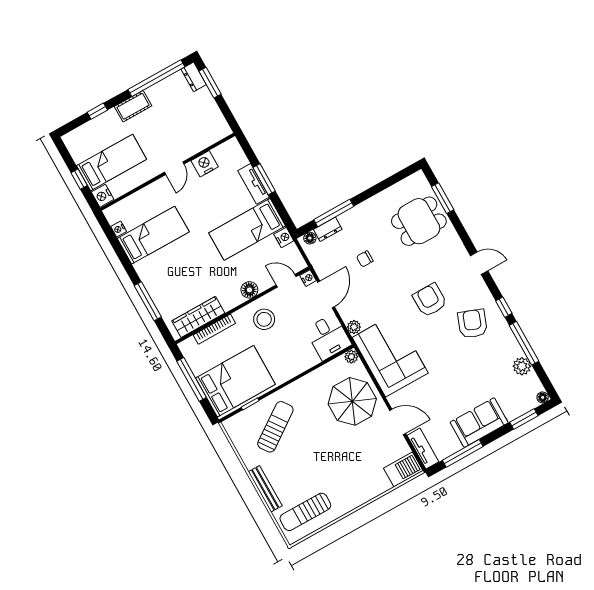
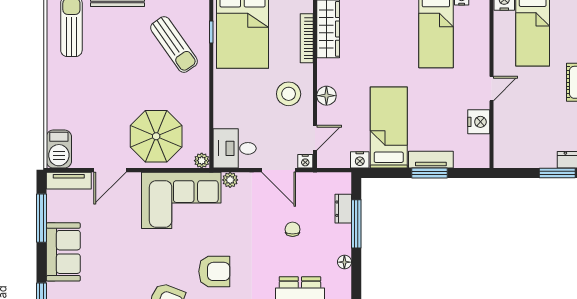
door: (174, 168) -> (491, 89), swing flipped
floor lamp: (310, 238) -> (344, 262), moved

